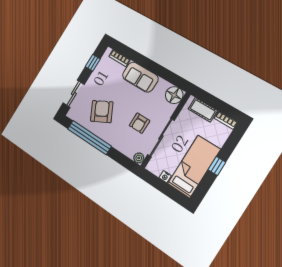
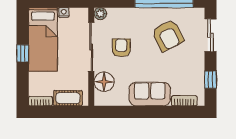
floor lamp: (174, 95) -> (104, 82), moved

